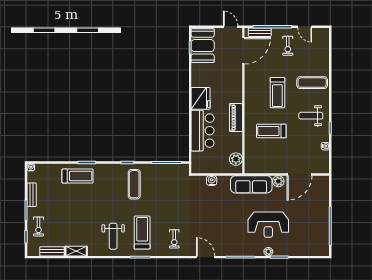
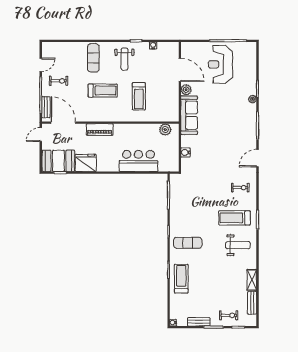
fridge: (200, 98) -> (86, 163), moved
piano: (236, 118) -> (100, 130), moved
exercise mat: (134, 184) -> (188, 243), moved
reception desk: (268, 225) -> (220, 64), moved, turned 180

